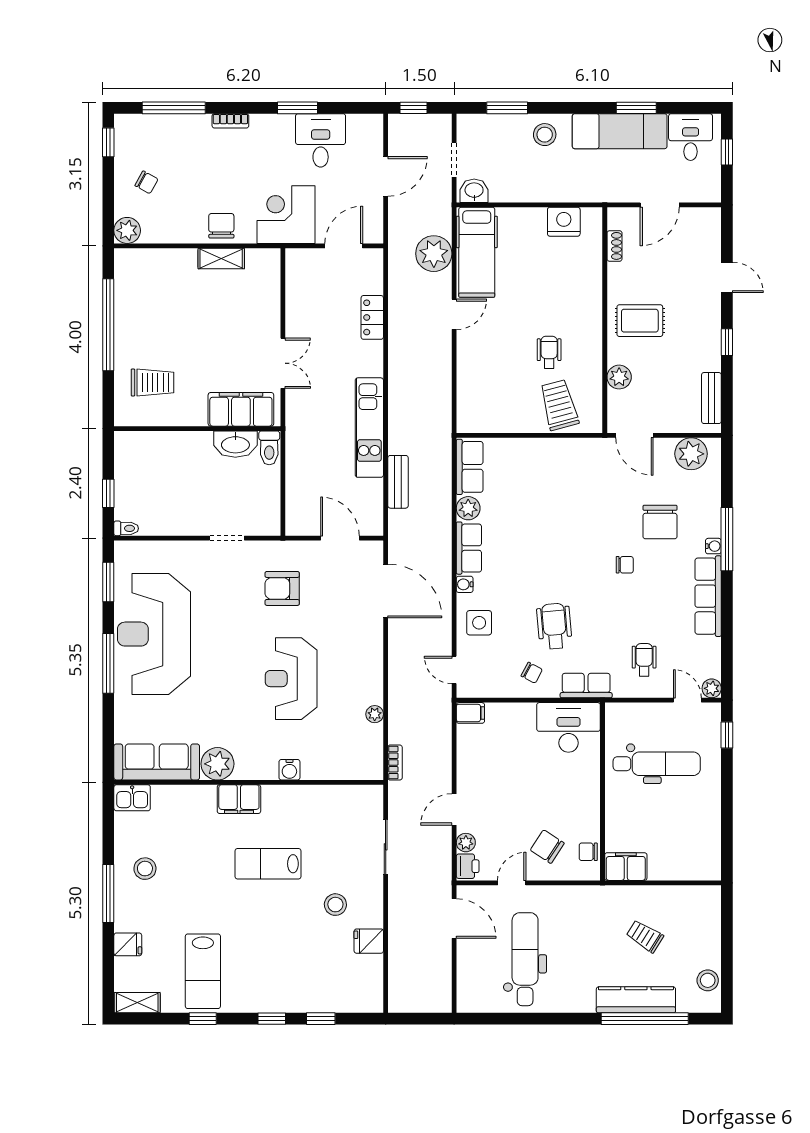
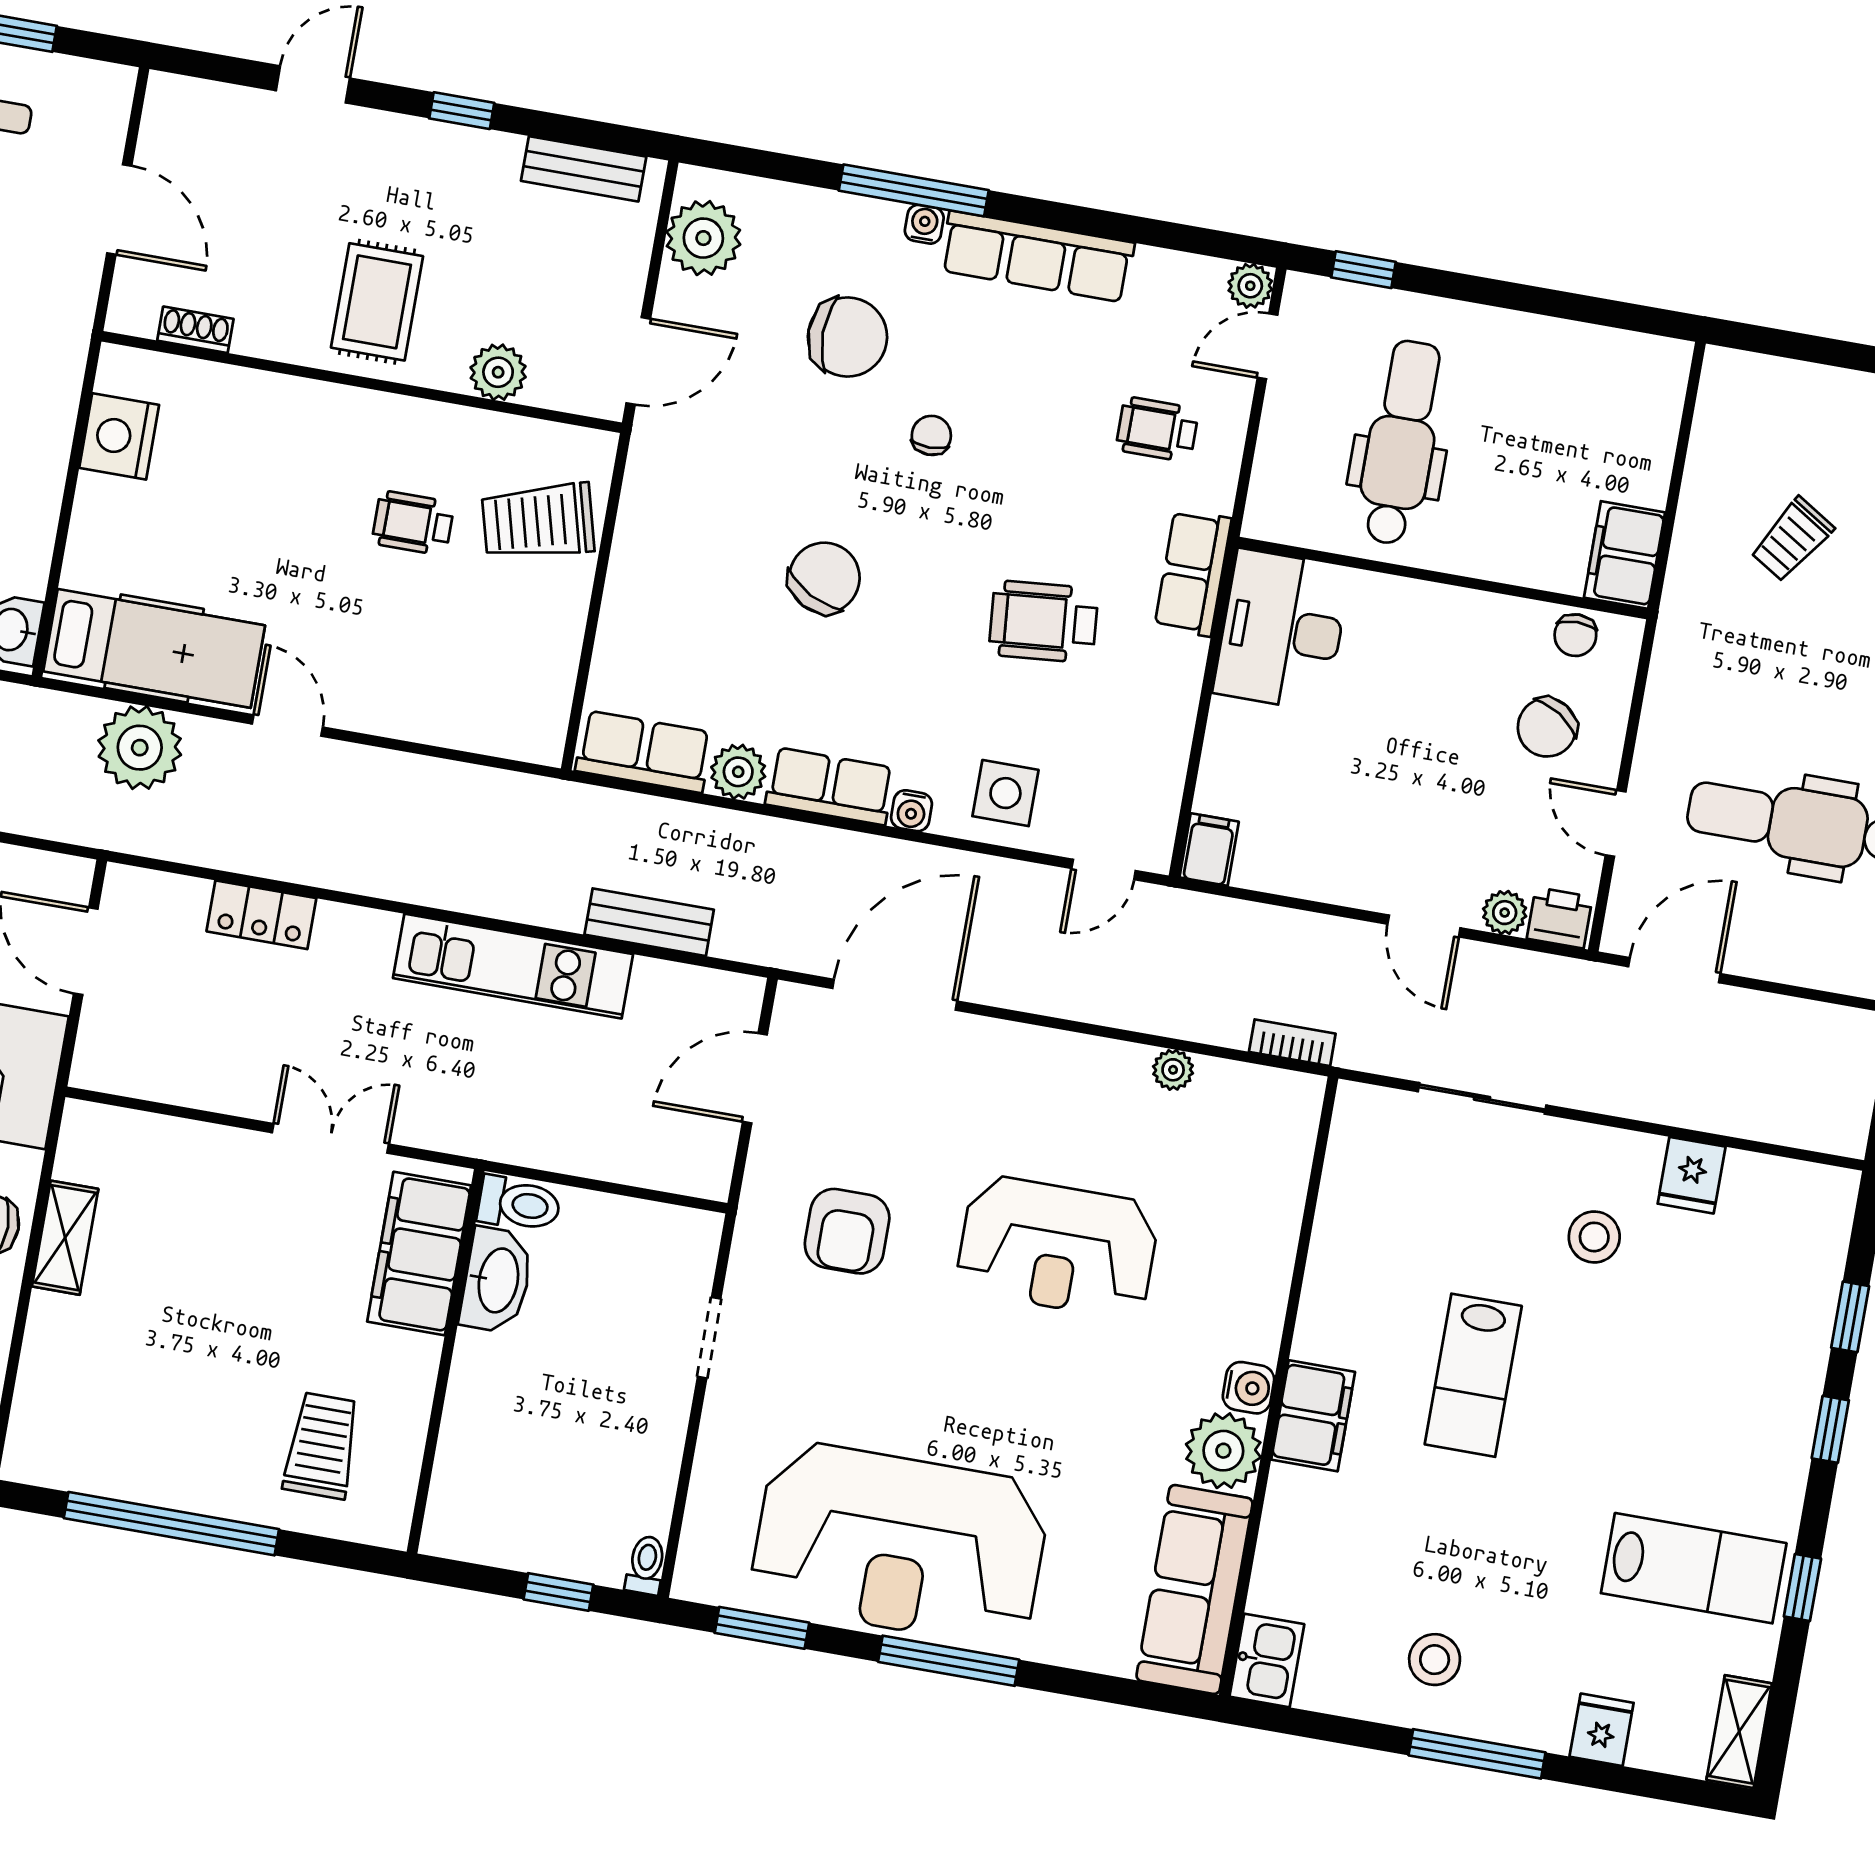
chair: (532, 673) -> (824, 578), moved, width x1.87, depth x1.87
water cooler: (289, 770) -> (1248, 1388), moved

